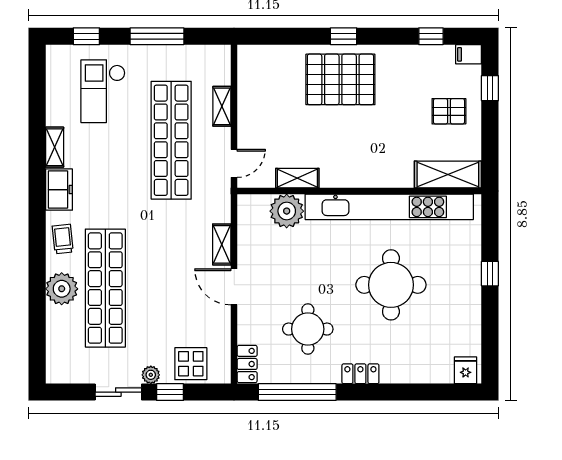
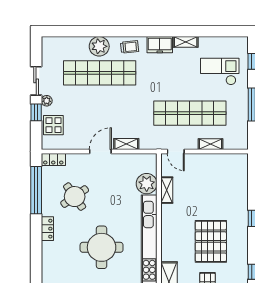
pallet: (340, 79) -> (211, 241), moved
round table: (308, 329) -> (75, 197), turned -35

